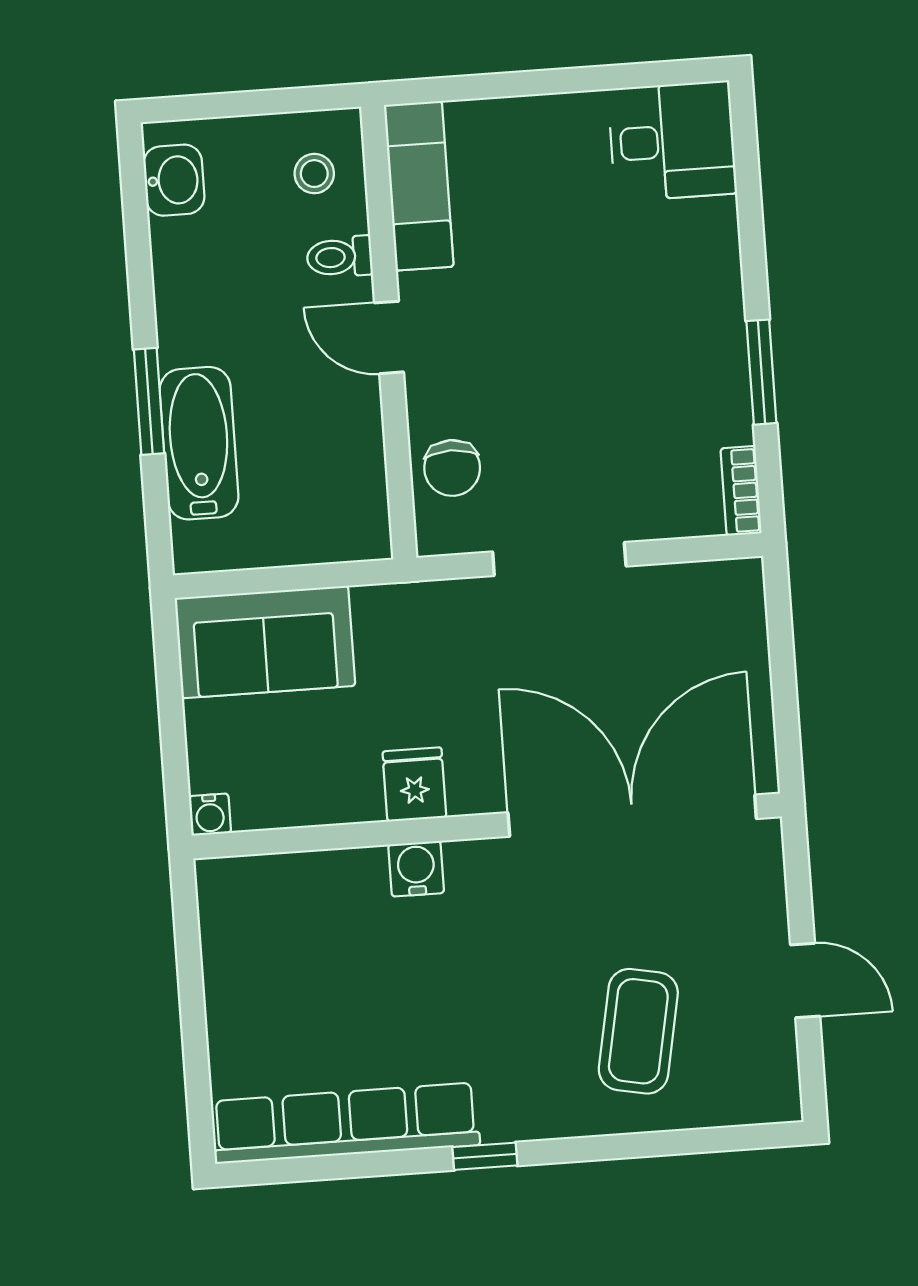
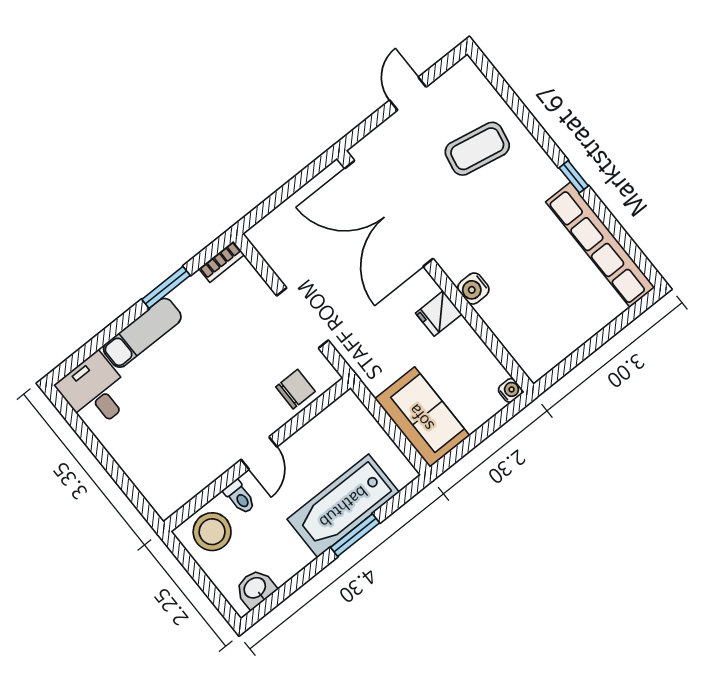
stool: (314, 174) -> (212, 532), width x1.89, depth x1.89
exam couch: (419, 186) -> (142, 333), moved, turned 180
bathtub: (199, 443) -> (343, 506), width x1.36, depth x1.36

